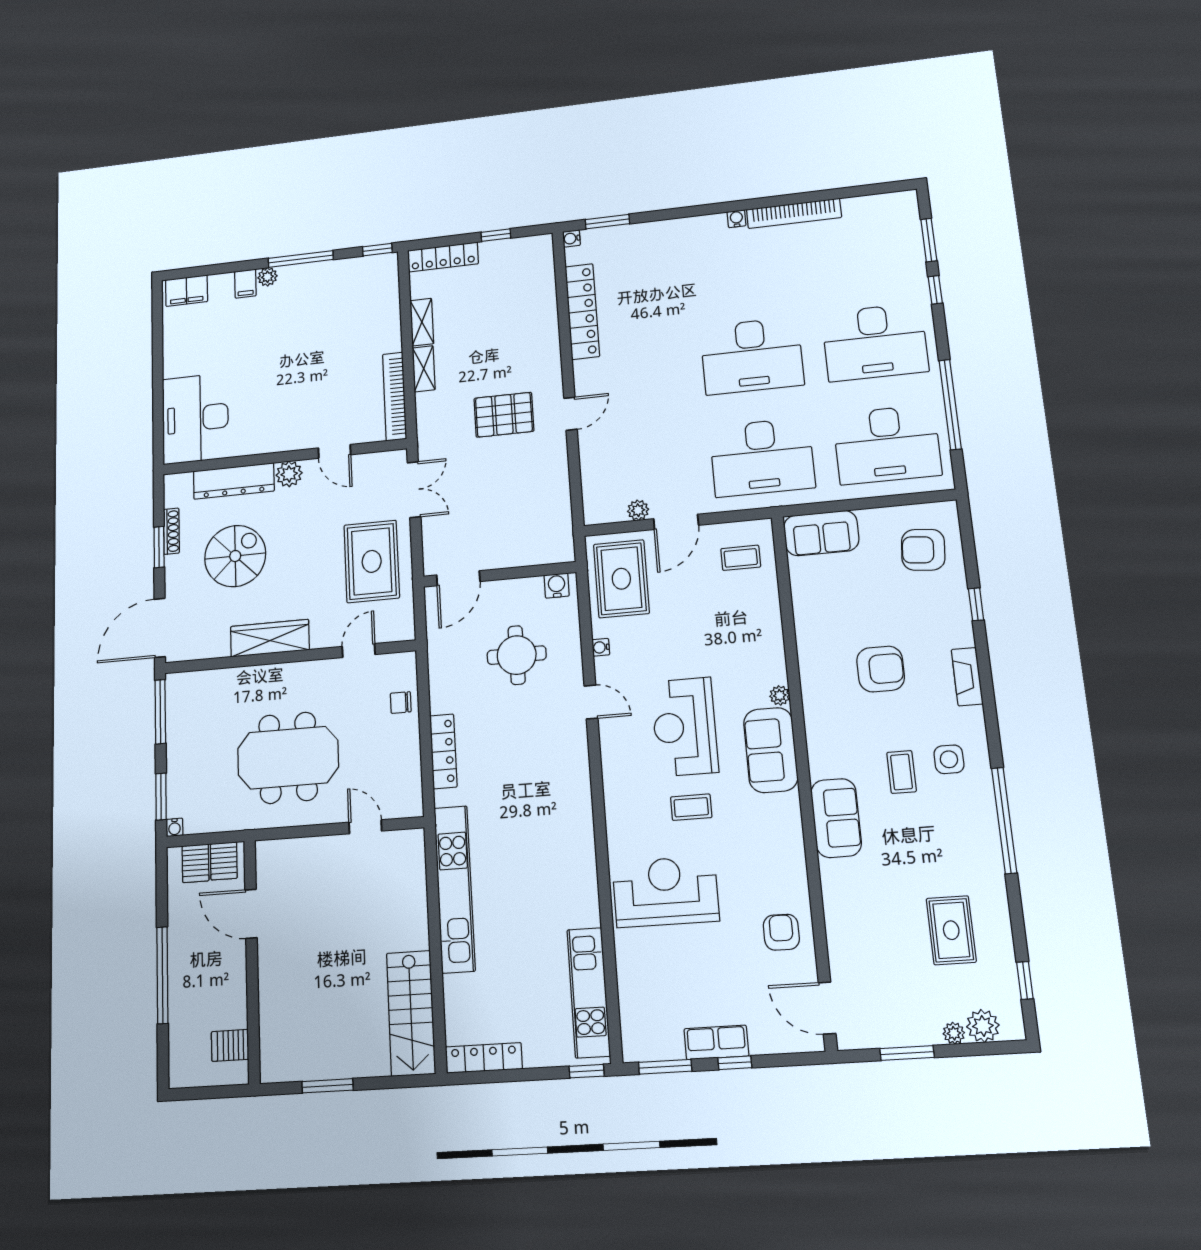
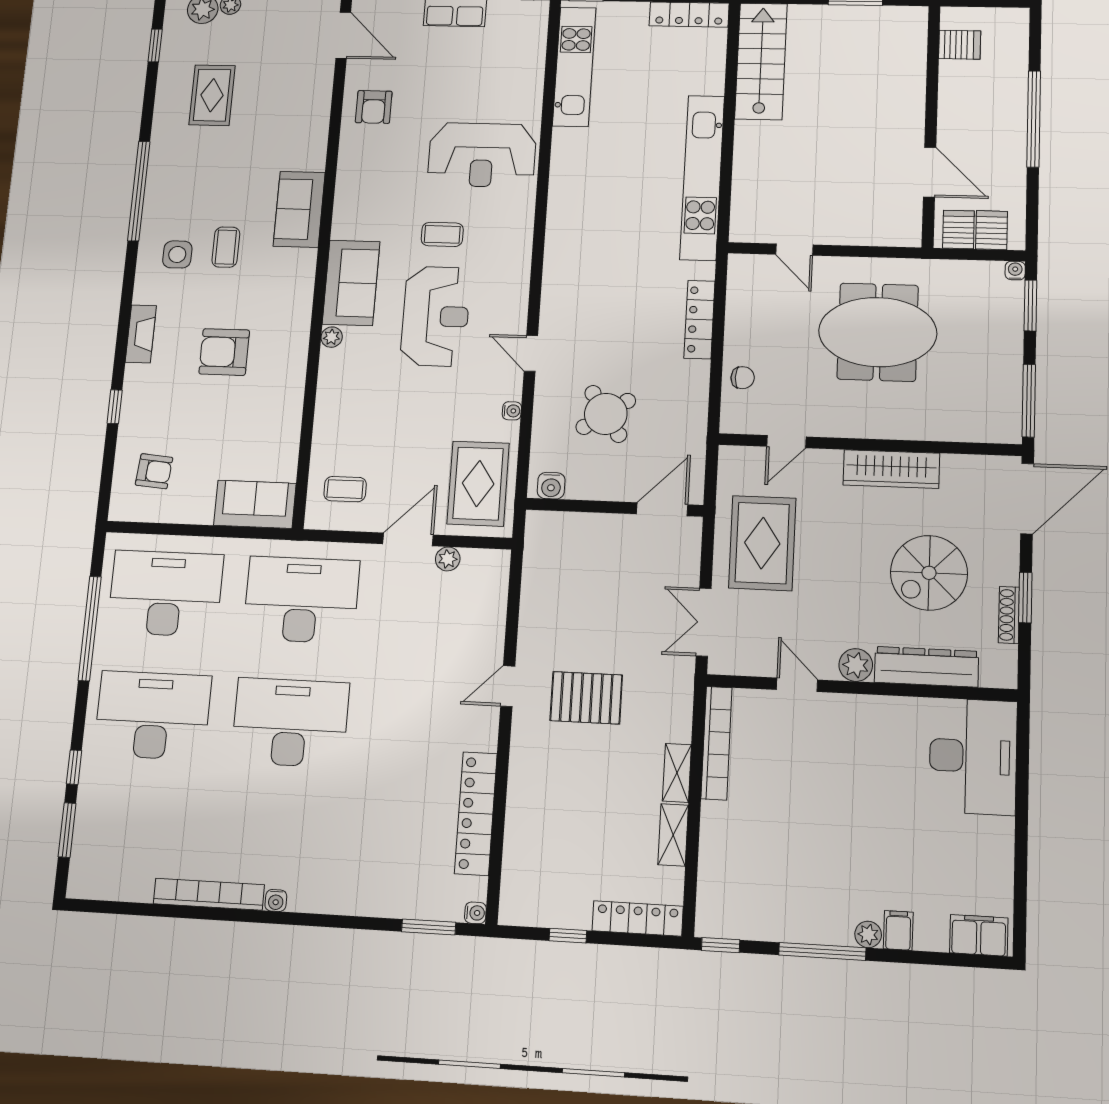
armchair: (923, 550) -> (154, 471), width x0.72, depth x0.72
round table: (517, 655) -> (606, 414), turned -34

